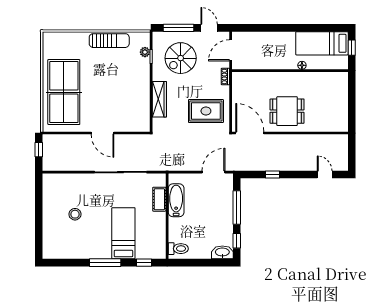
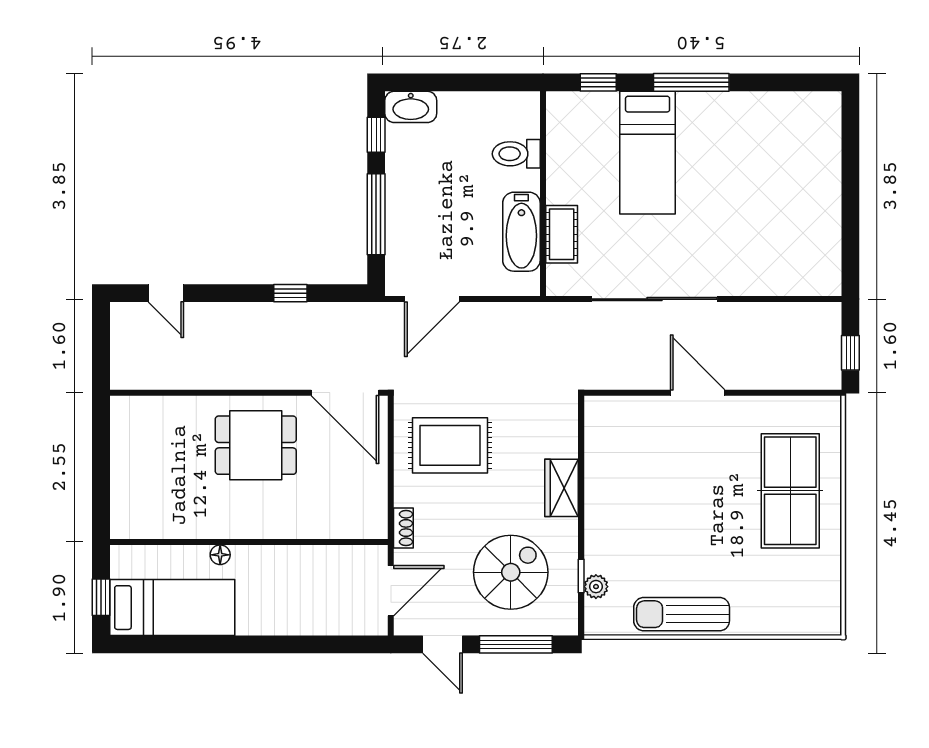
table tennis table: (64, 92) -> (790, 491), width x0.73, depth x0.76
wardrobe: (159, 99) -> (562, 488), width x0.67
stool: (75, 214) -> (764, 198), removed
toilet: (178, 249) -> (516, 154), moved

